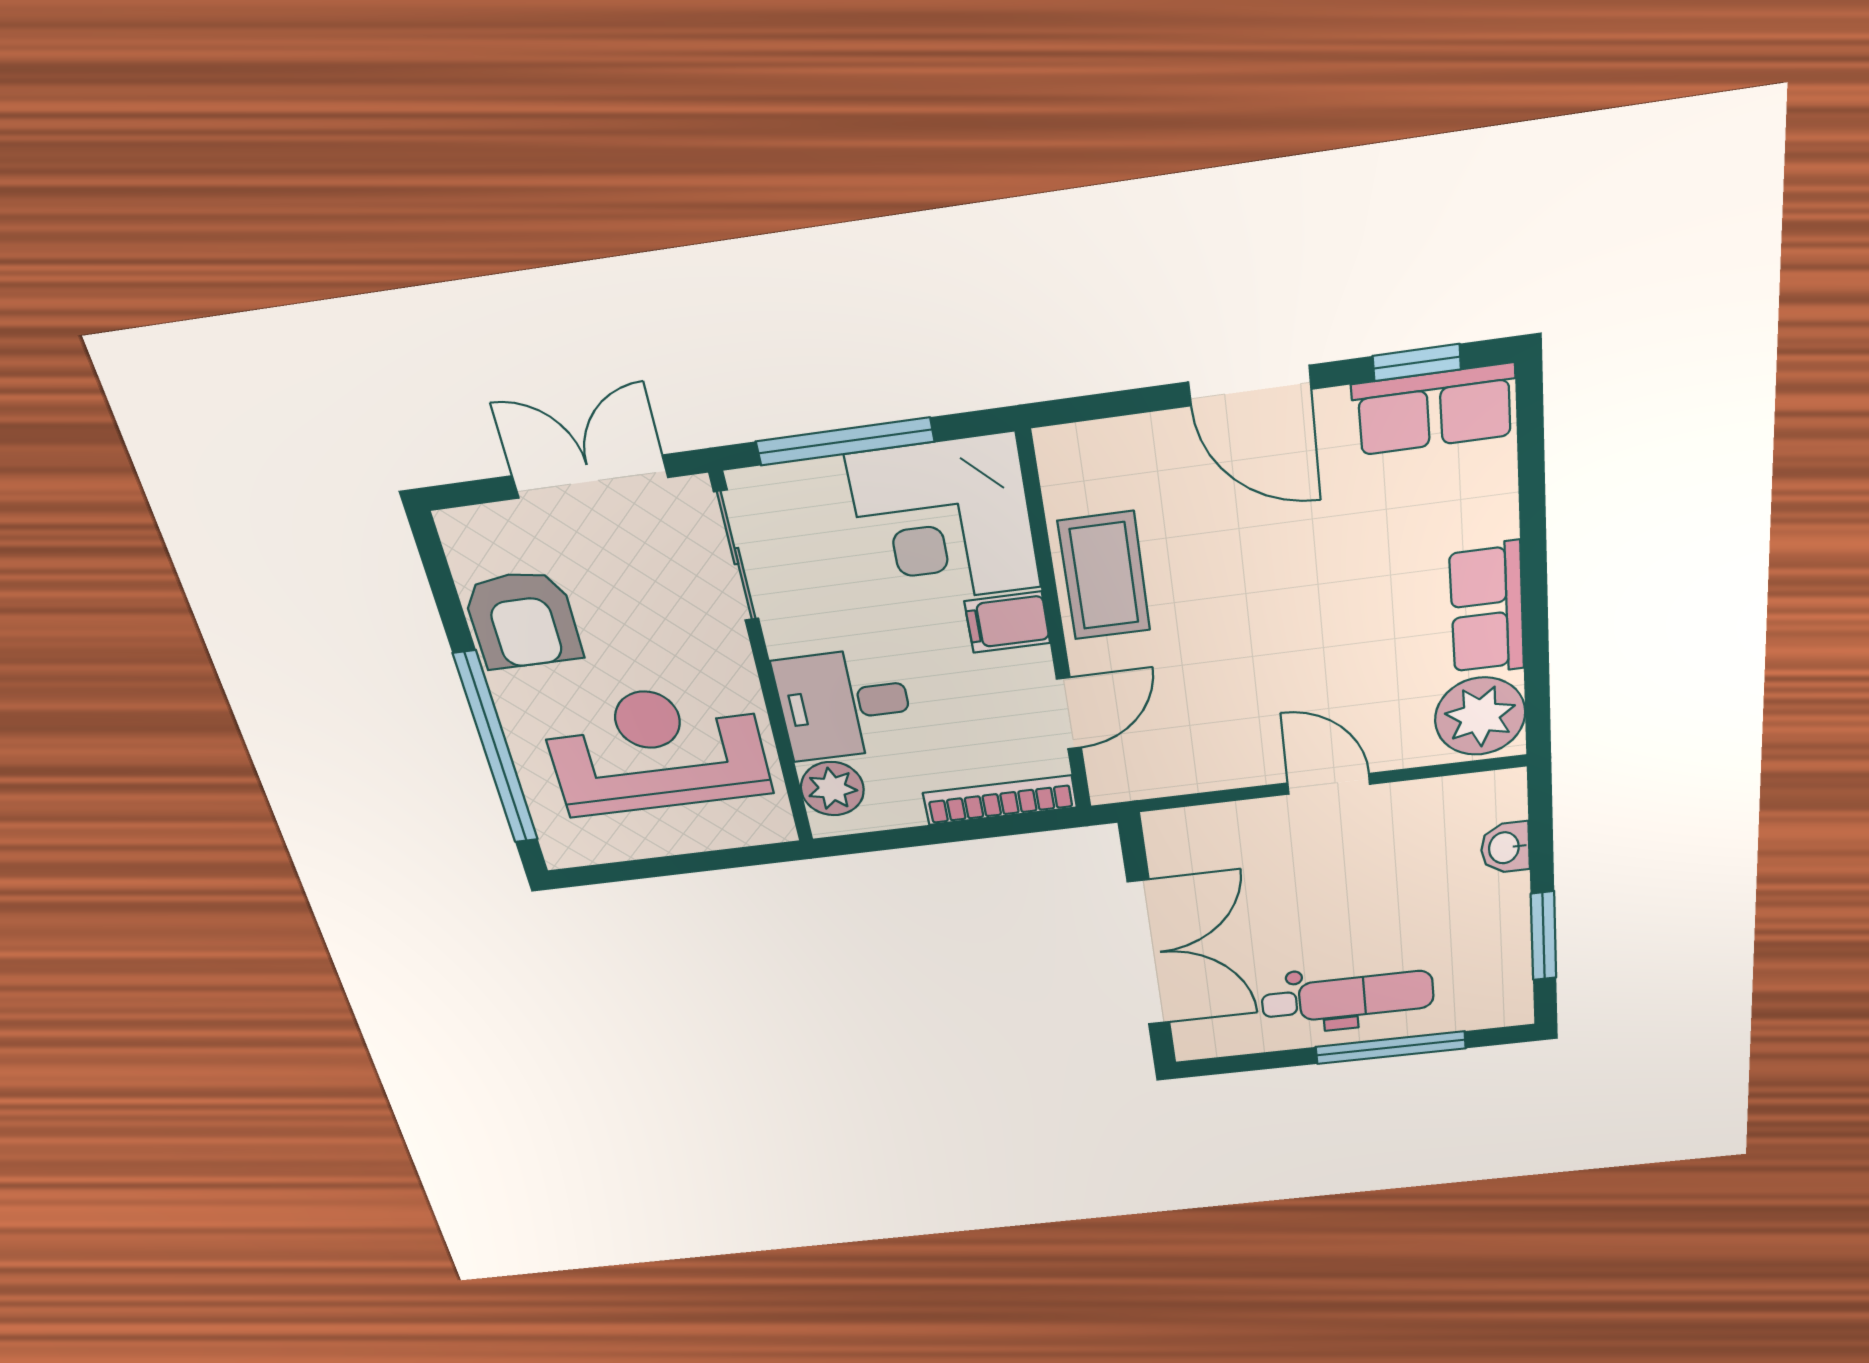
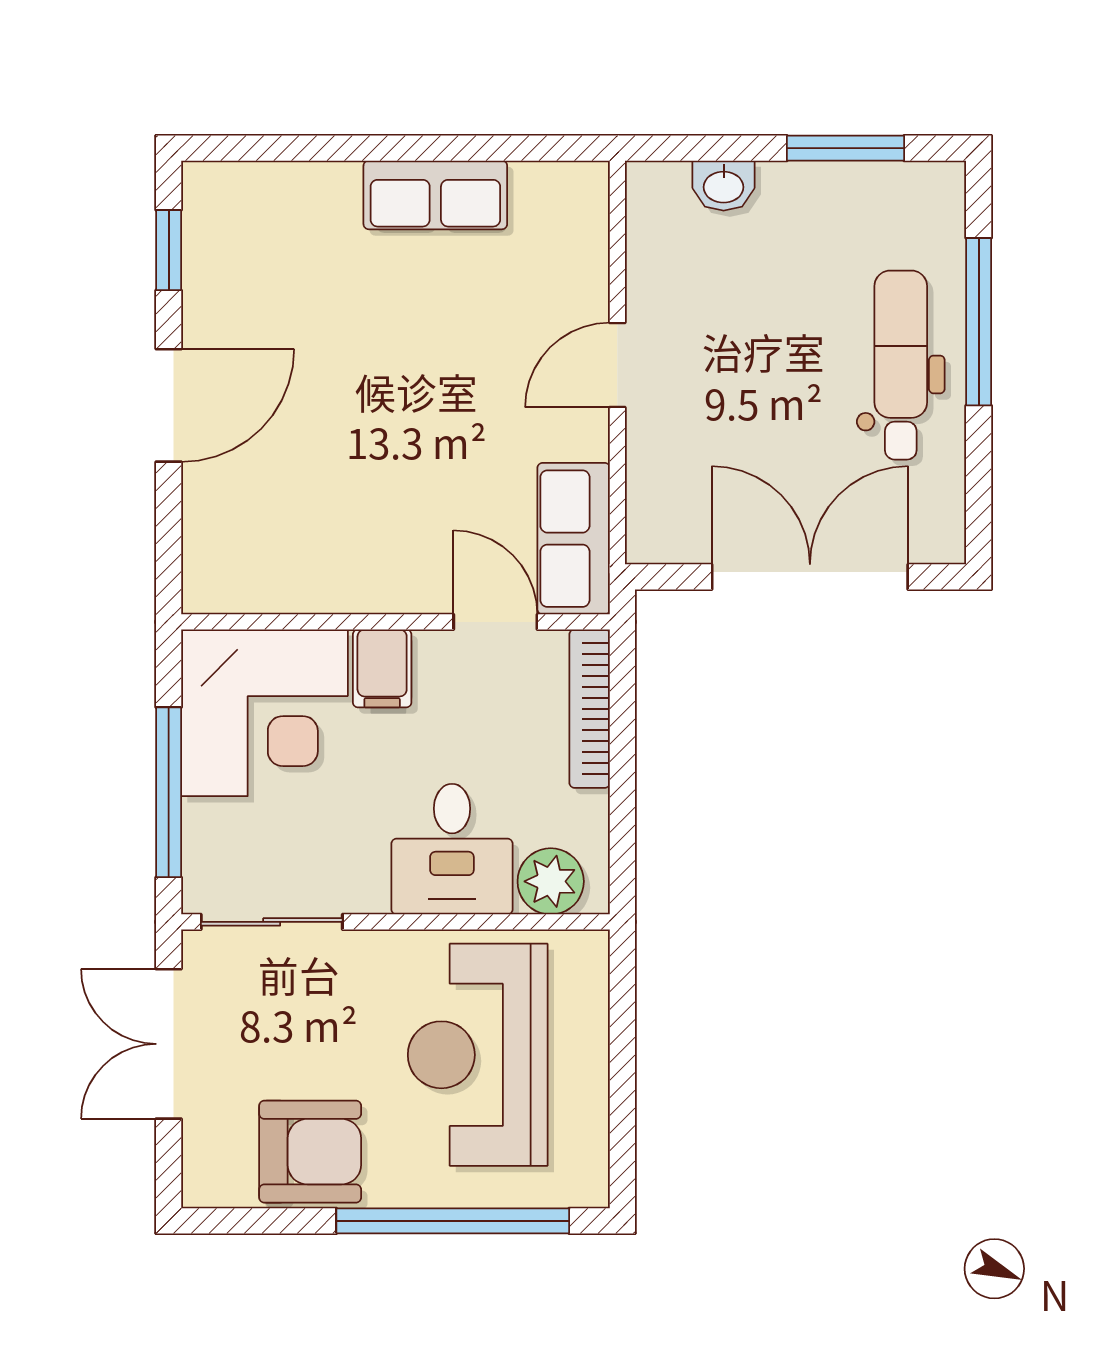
row of seats: (1434, 410) -> (574, 539), moved, turned 180
coffee table: (1104, 576) -> (345, 566), removed
plant: (1480, 716) -> (558, 206), removed

